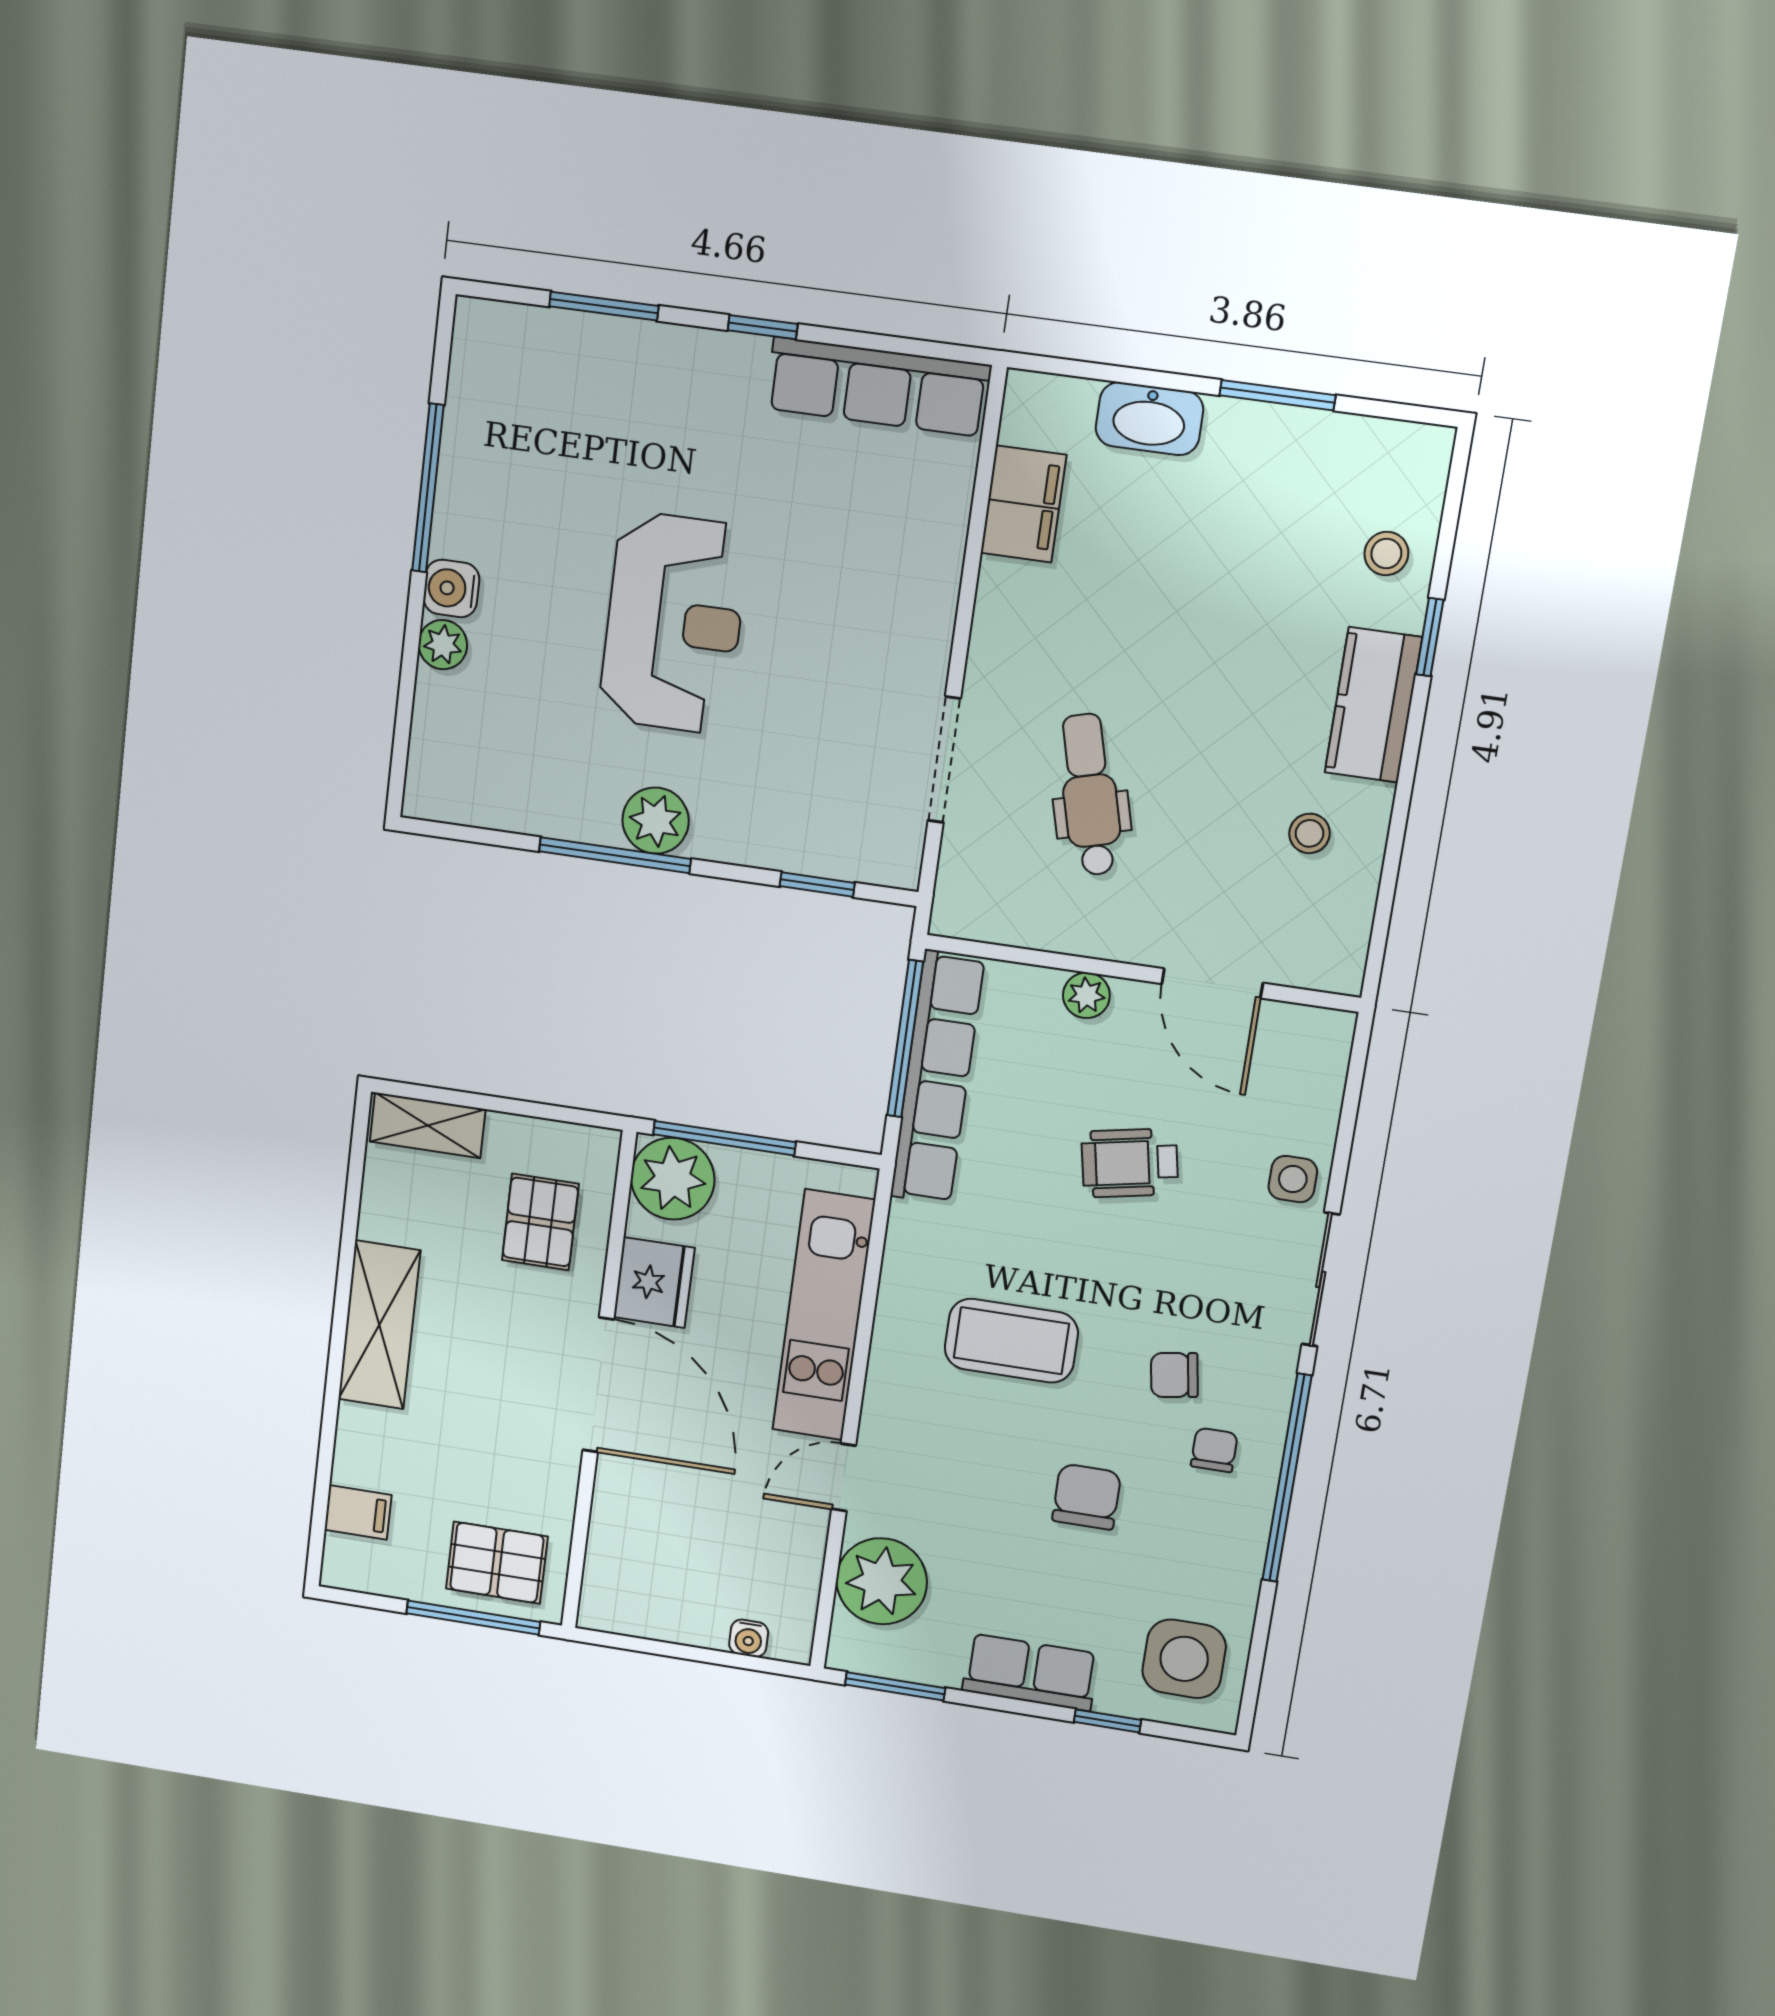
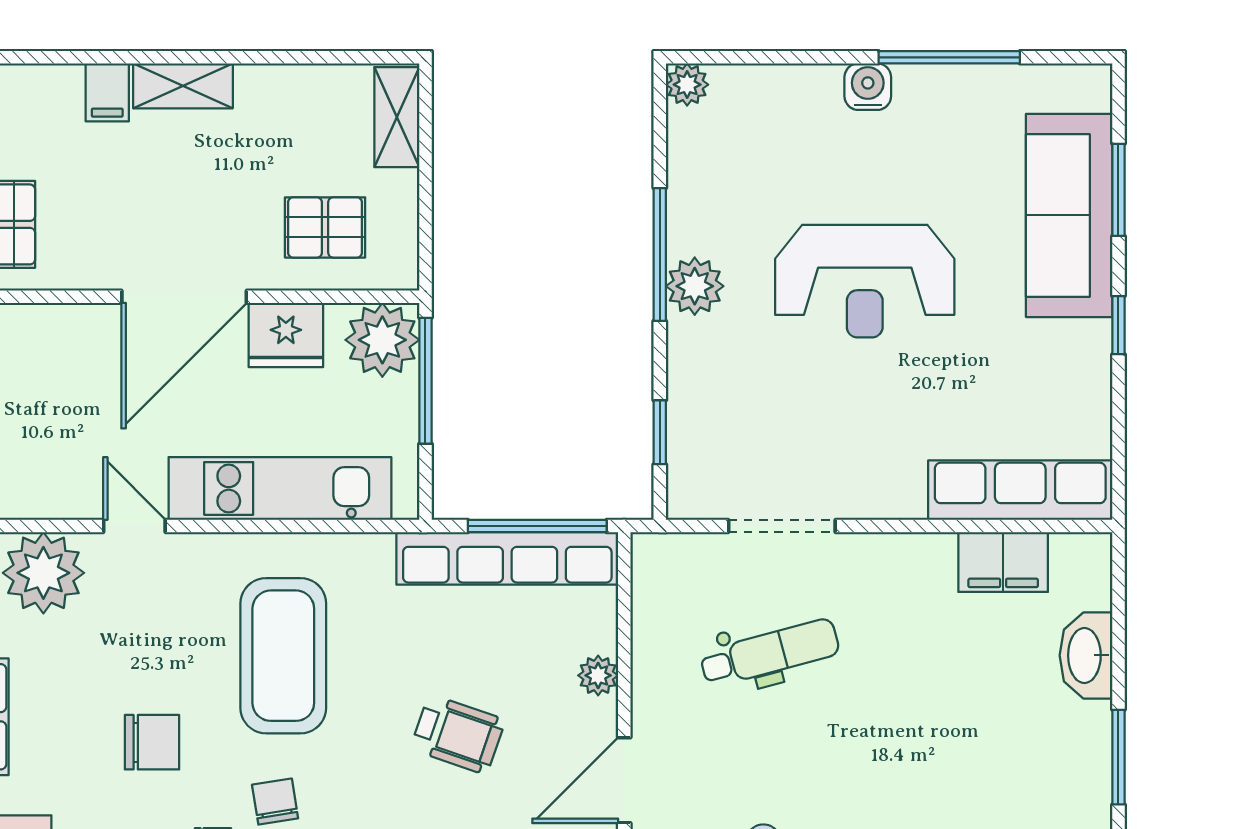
sofa: (627, 370) -> (1069, 215), added
row of seats: (878, 387) -> (1020, 490), moved, turned 90
plant: (443, 645) -> (687, 85), moved
wheelchair: (1130, 1163) -> (458, 734), turned 120
shelving: (379, 1325) -> (183, 86), width x0.67, depth x0.75
coffee table: (1011, 1341) -> (283, 656), width x1.36, depth x1.32
filing cabinet: (358, 1512) -> (107, 92), moved

